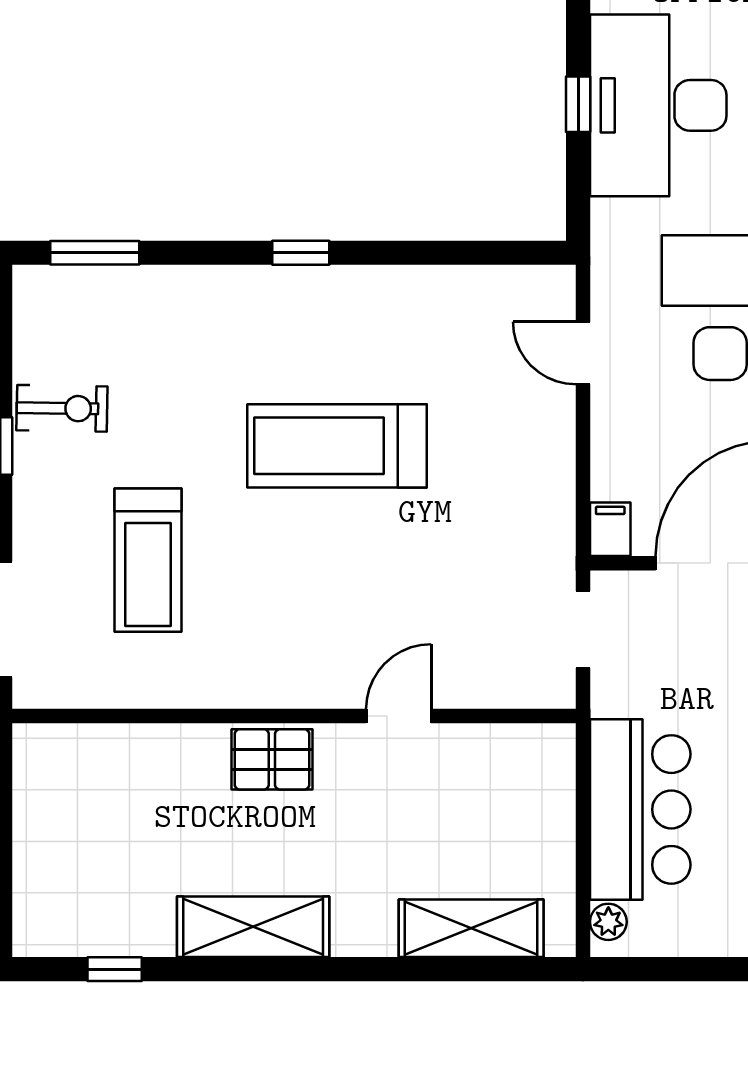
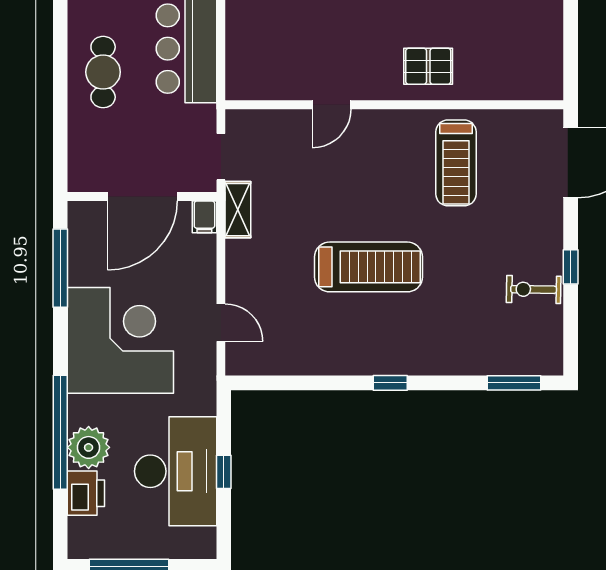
shelving: (555, 541) -> (238, 210), added
treadmill: (148, 560) -> (456, 163), moved, turned 180
pallet: (272, 759) -> (428, 66), moved

